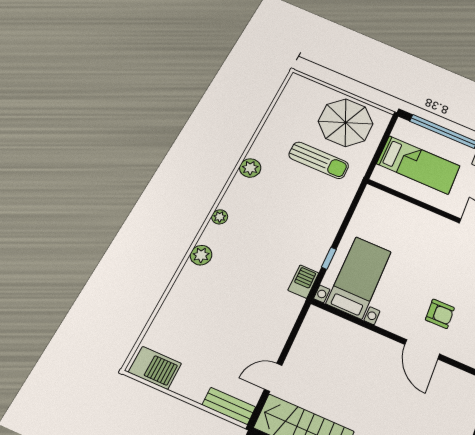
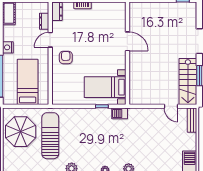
sun lounger: (319, 160) -> (50, 136), width x1.36, depth x1.34
armchair: (440, 314) -> (66, 57), moved
door: (422, 349) -> (127, 41), hinge flipped

